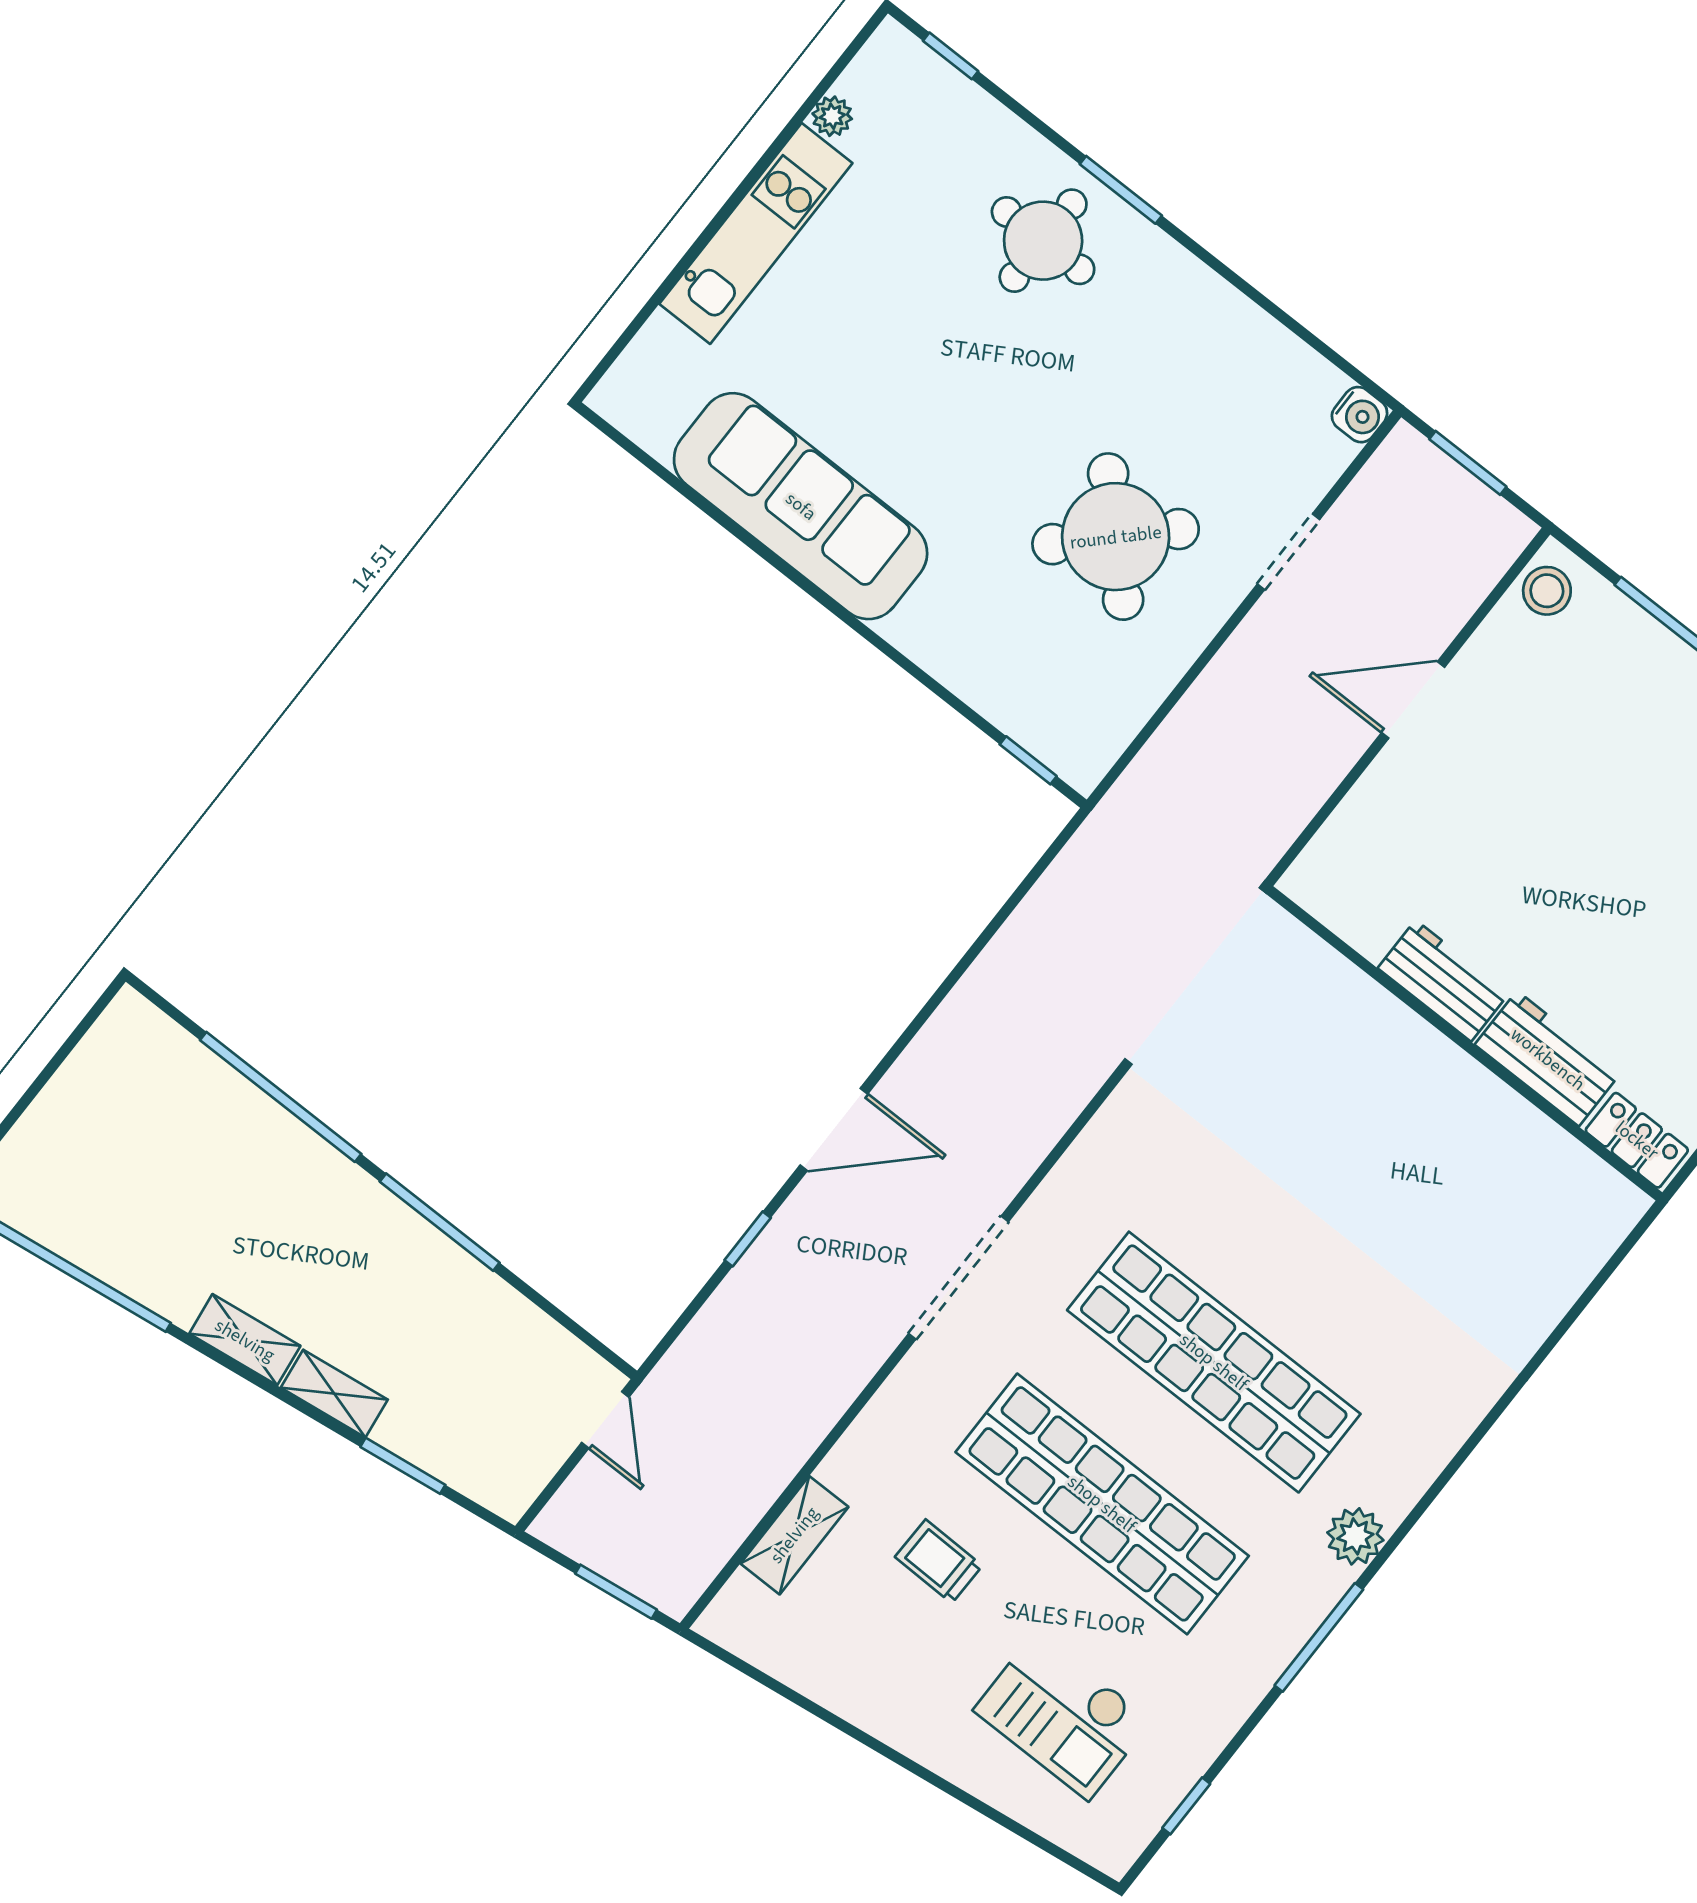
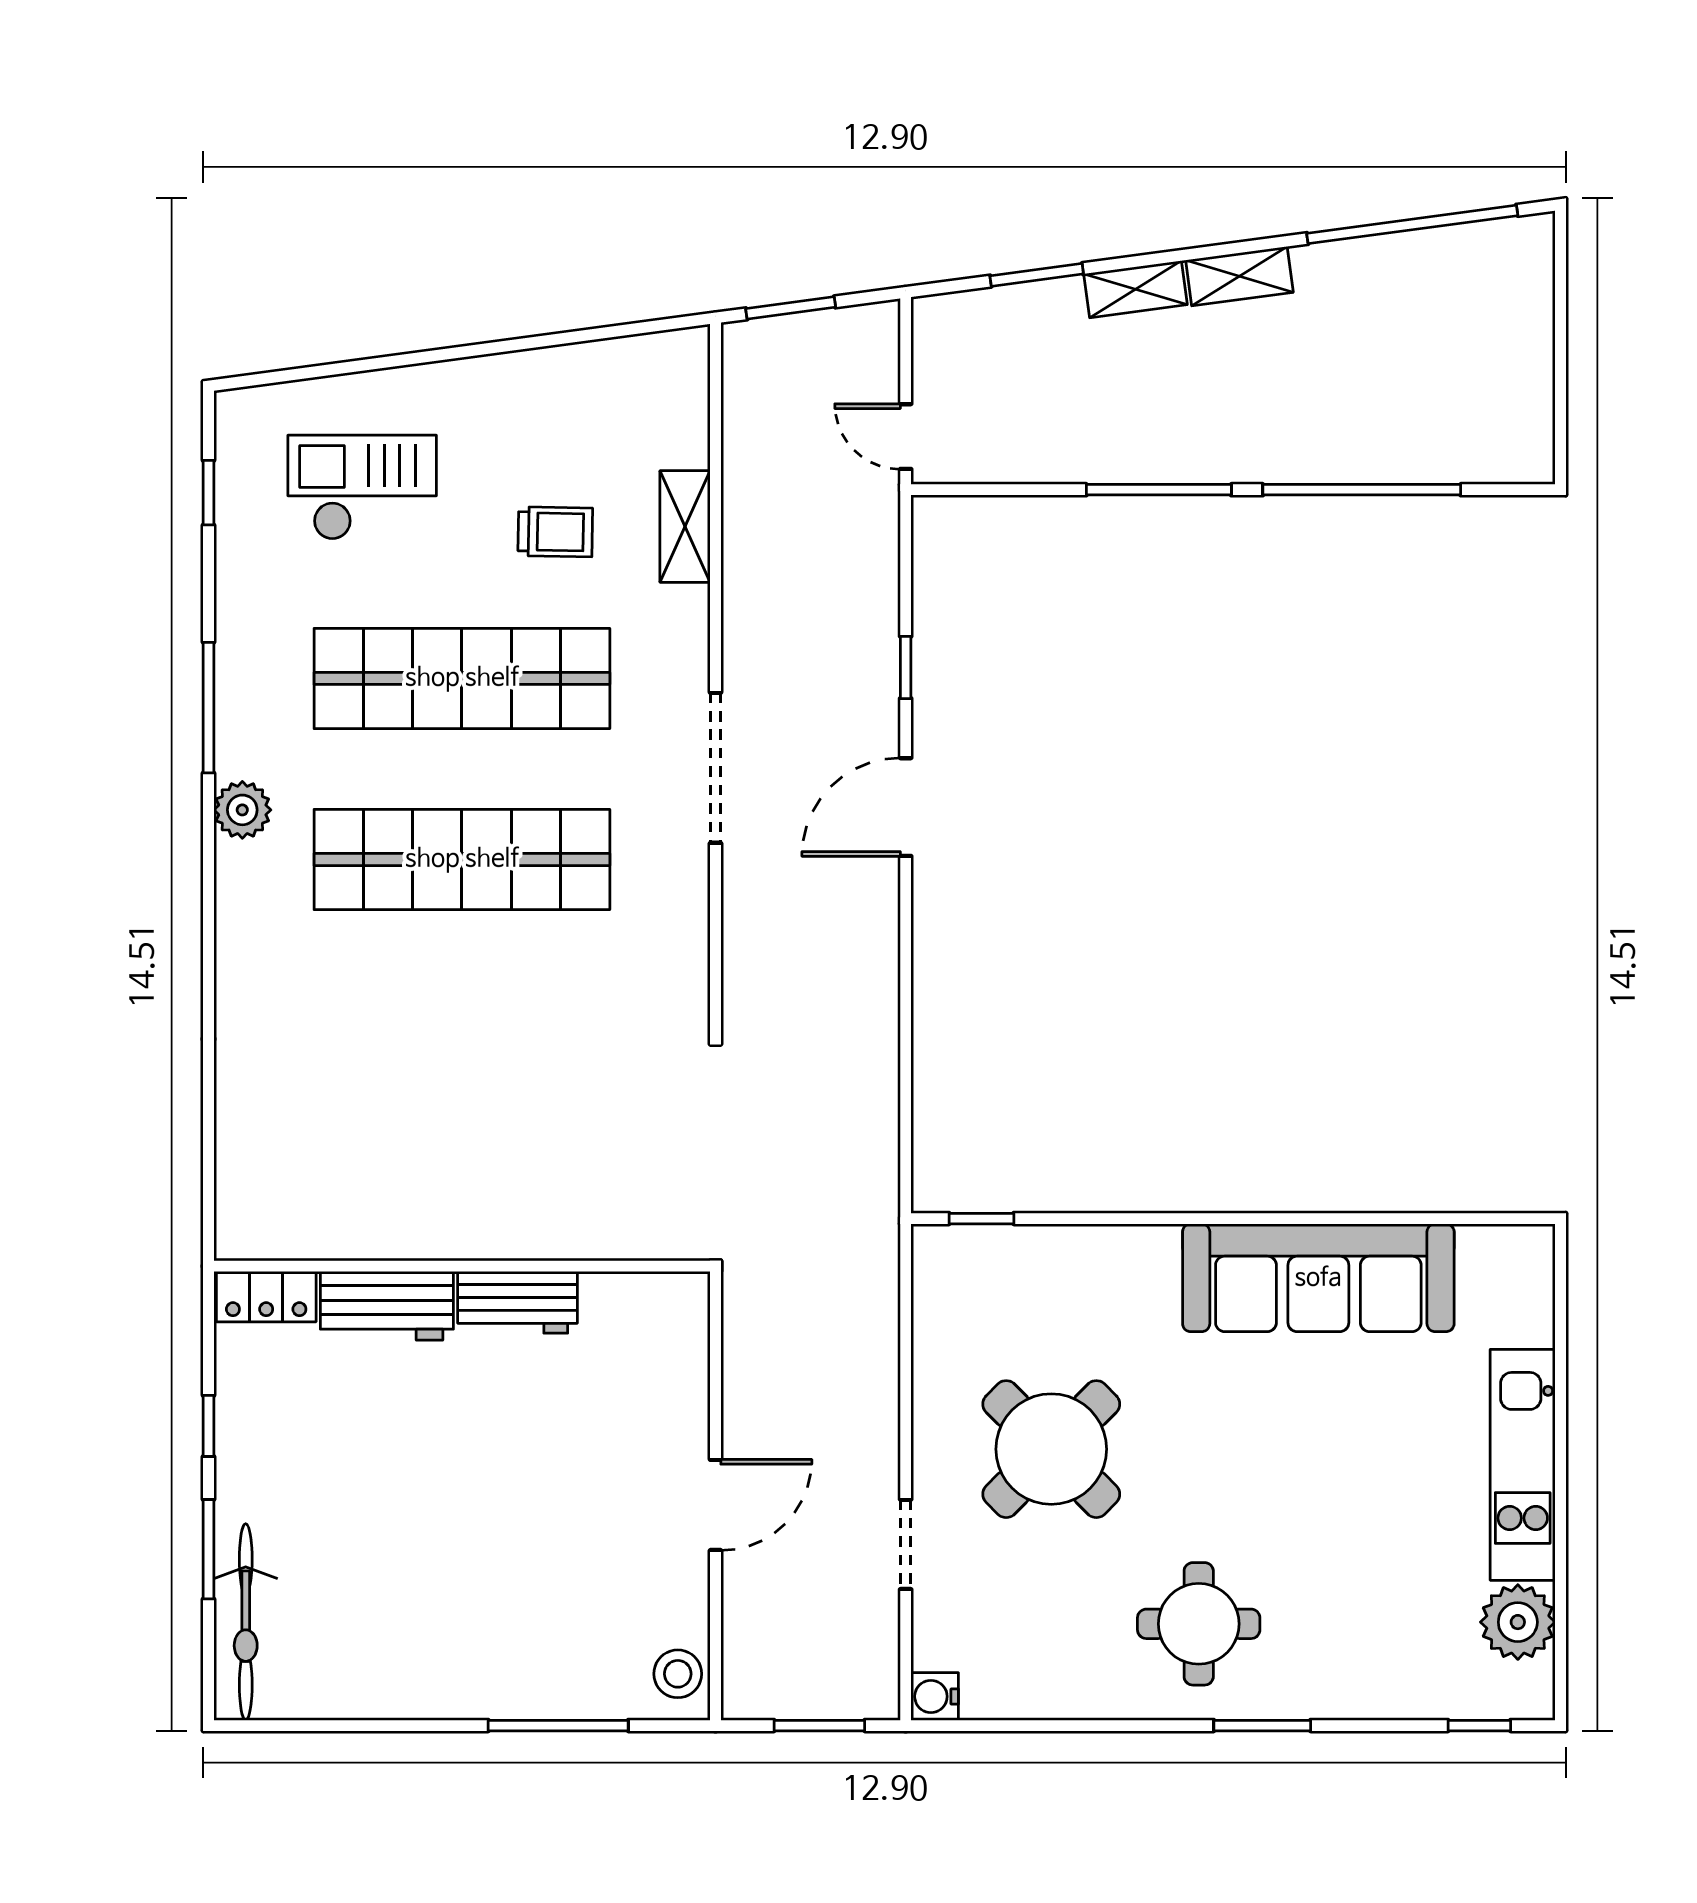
plant: (832, 116) -> (1518, 1622), width x1.87, depth x1.87
round table: (1043, 241) -> (1199, 1624), moved
shelving: (794, 1535) -> (685, 527), moved

